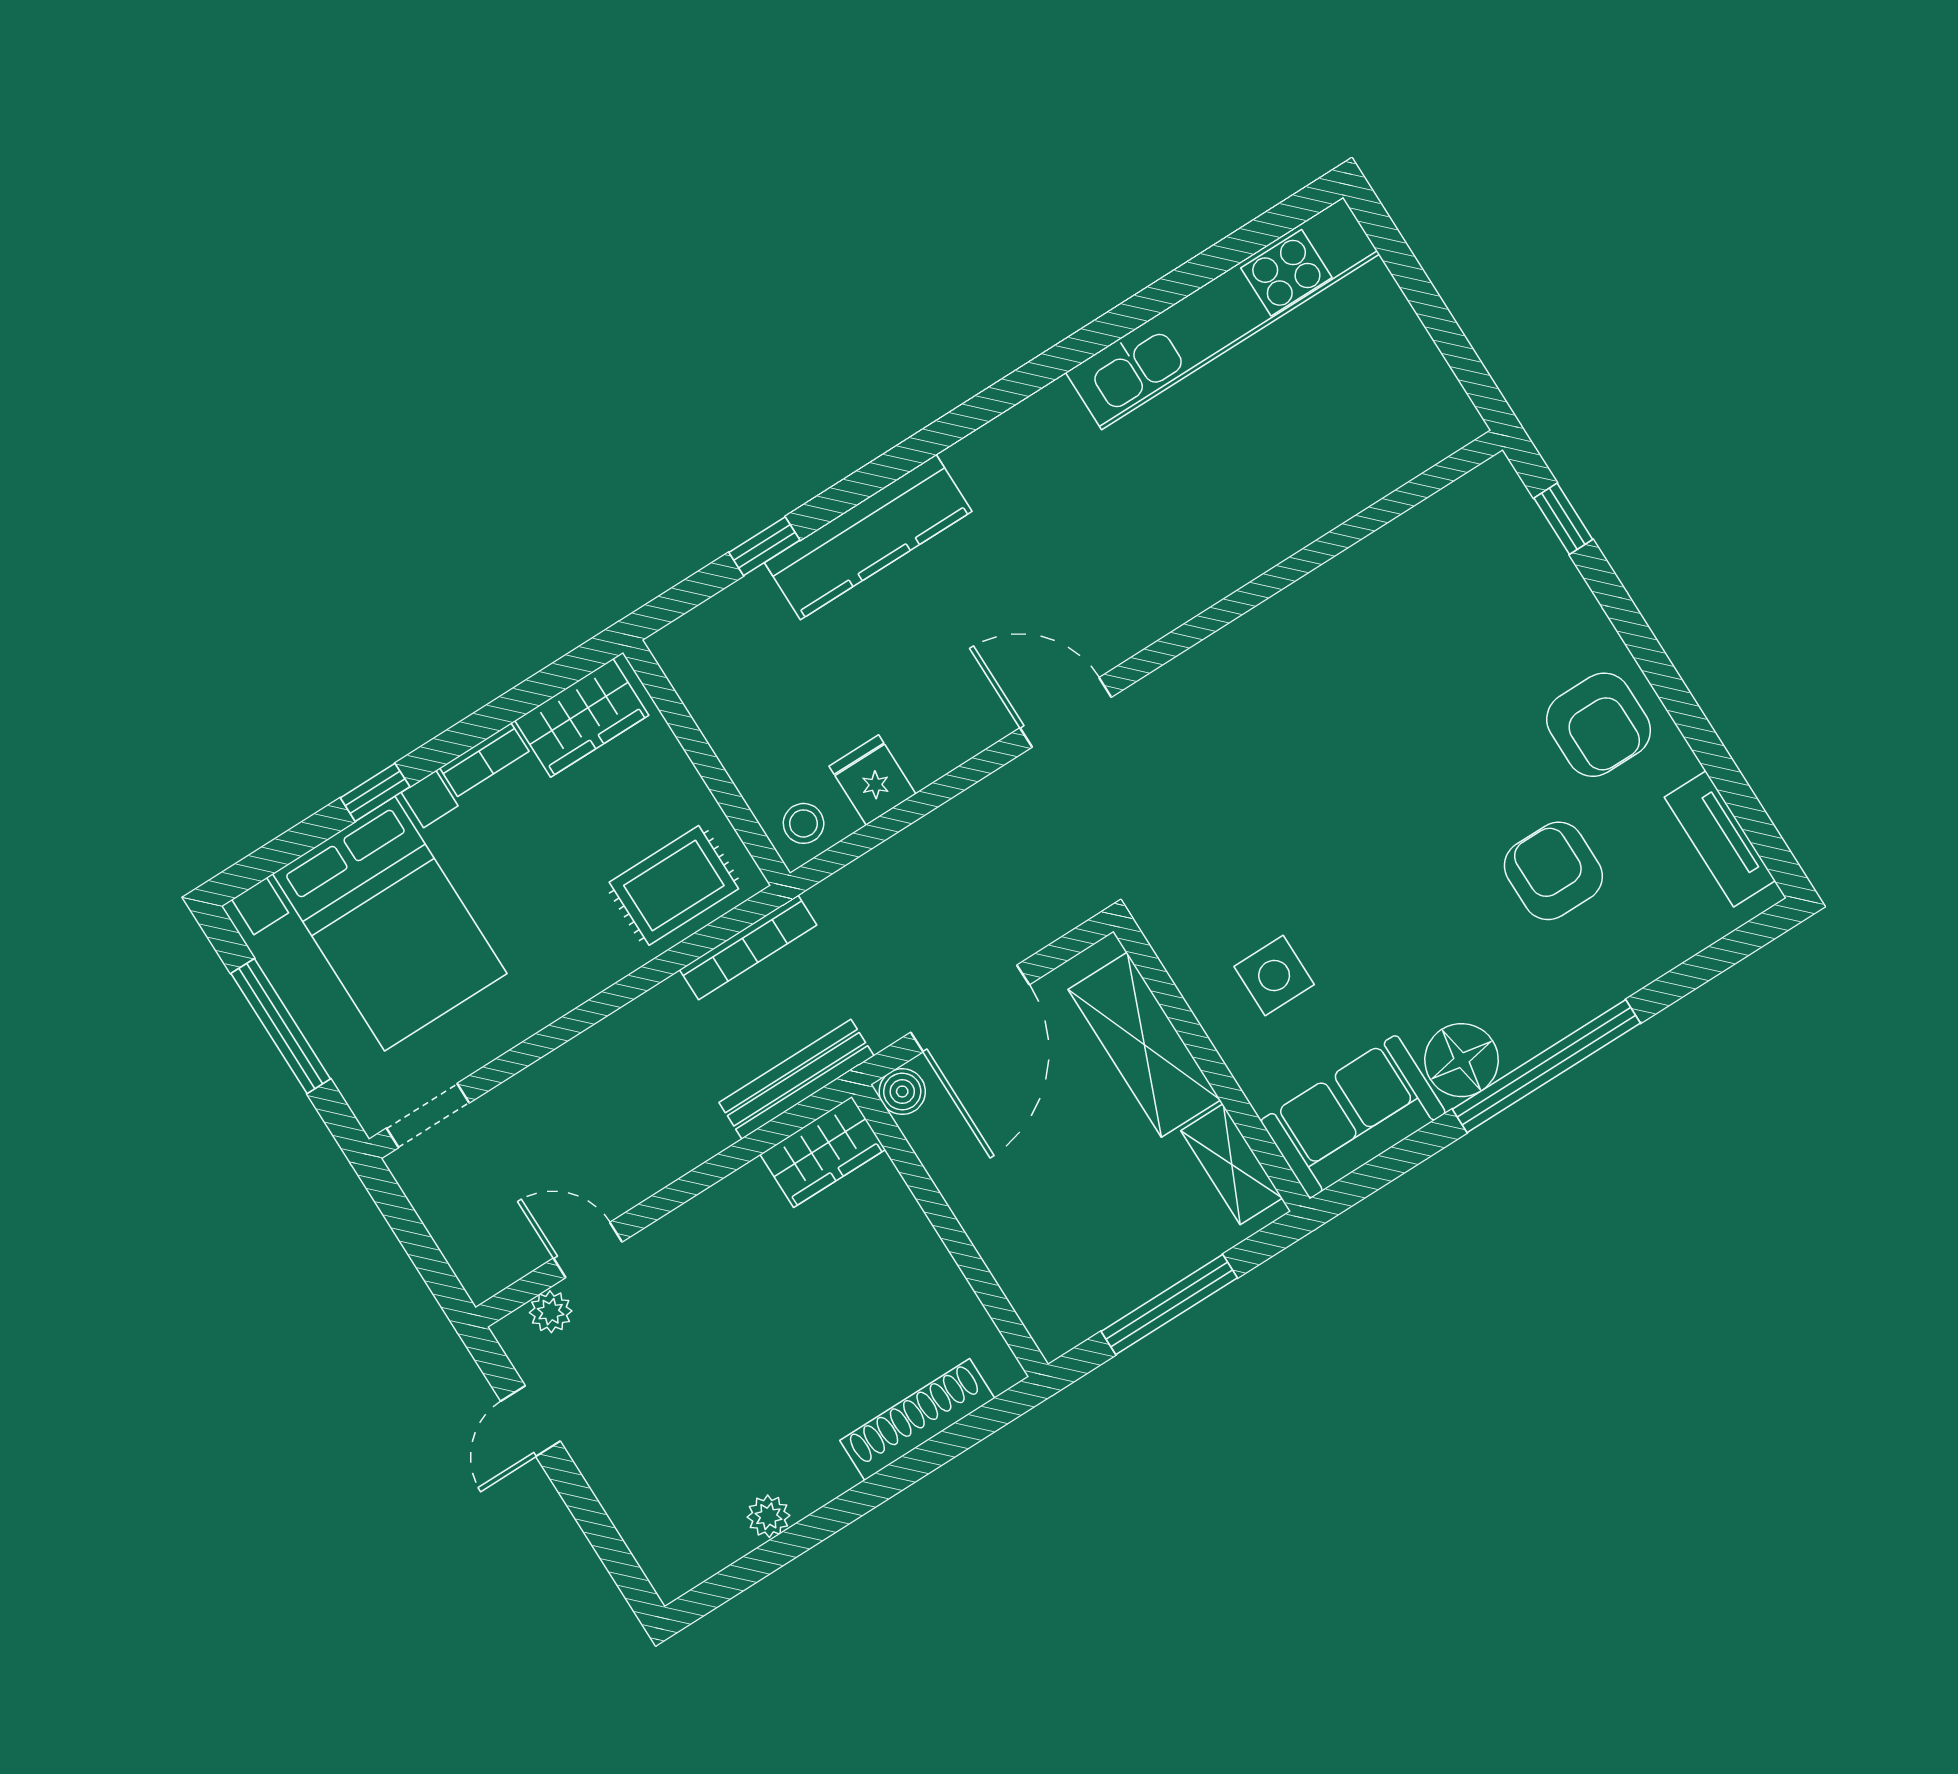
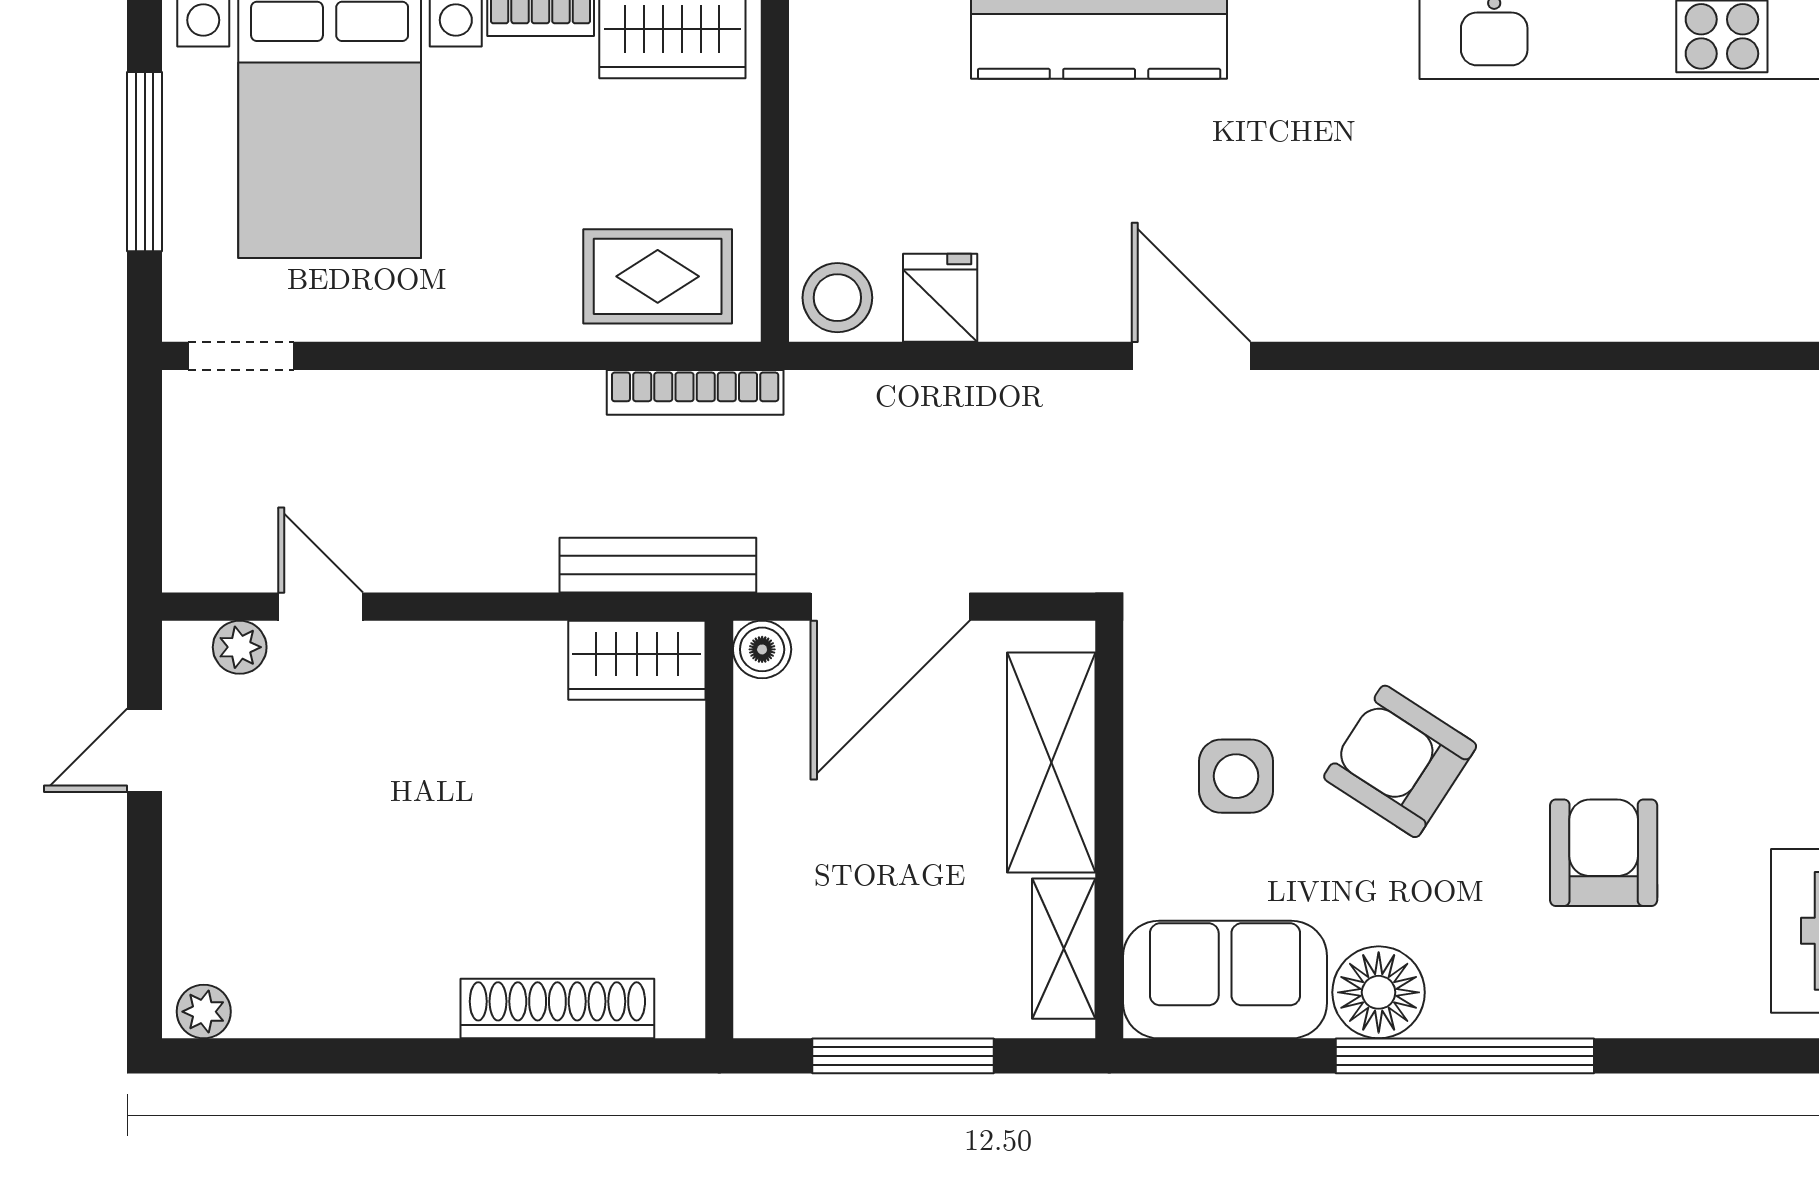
armchair: (1599, 725) -> (1400, 761), moved, turned 123
stool: (804, 823) -> (837, 298), width x1.37, depth x1.37
plant: (768, 1516) -> (204, 1012), moved

